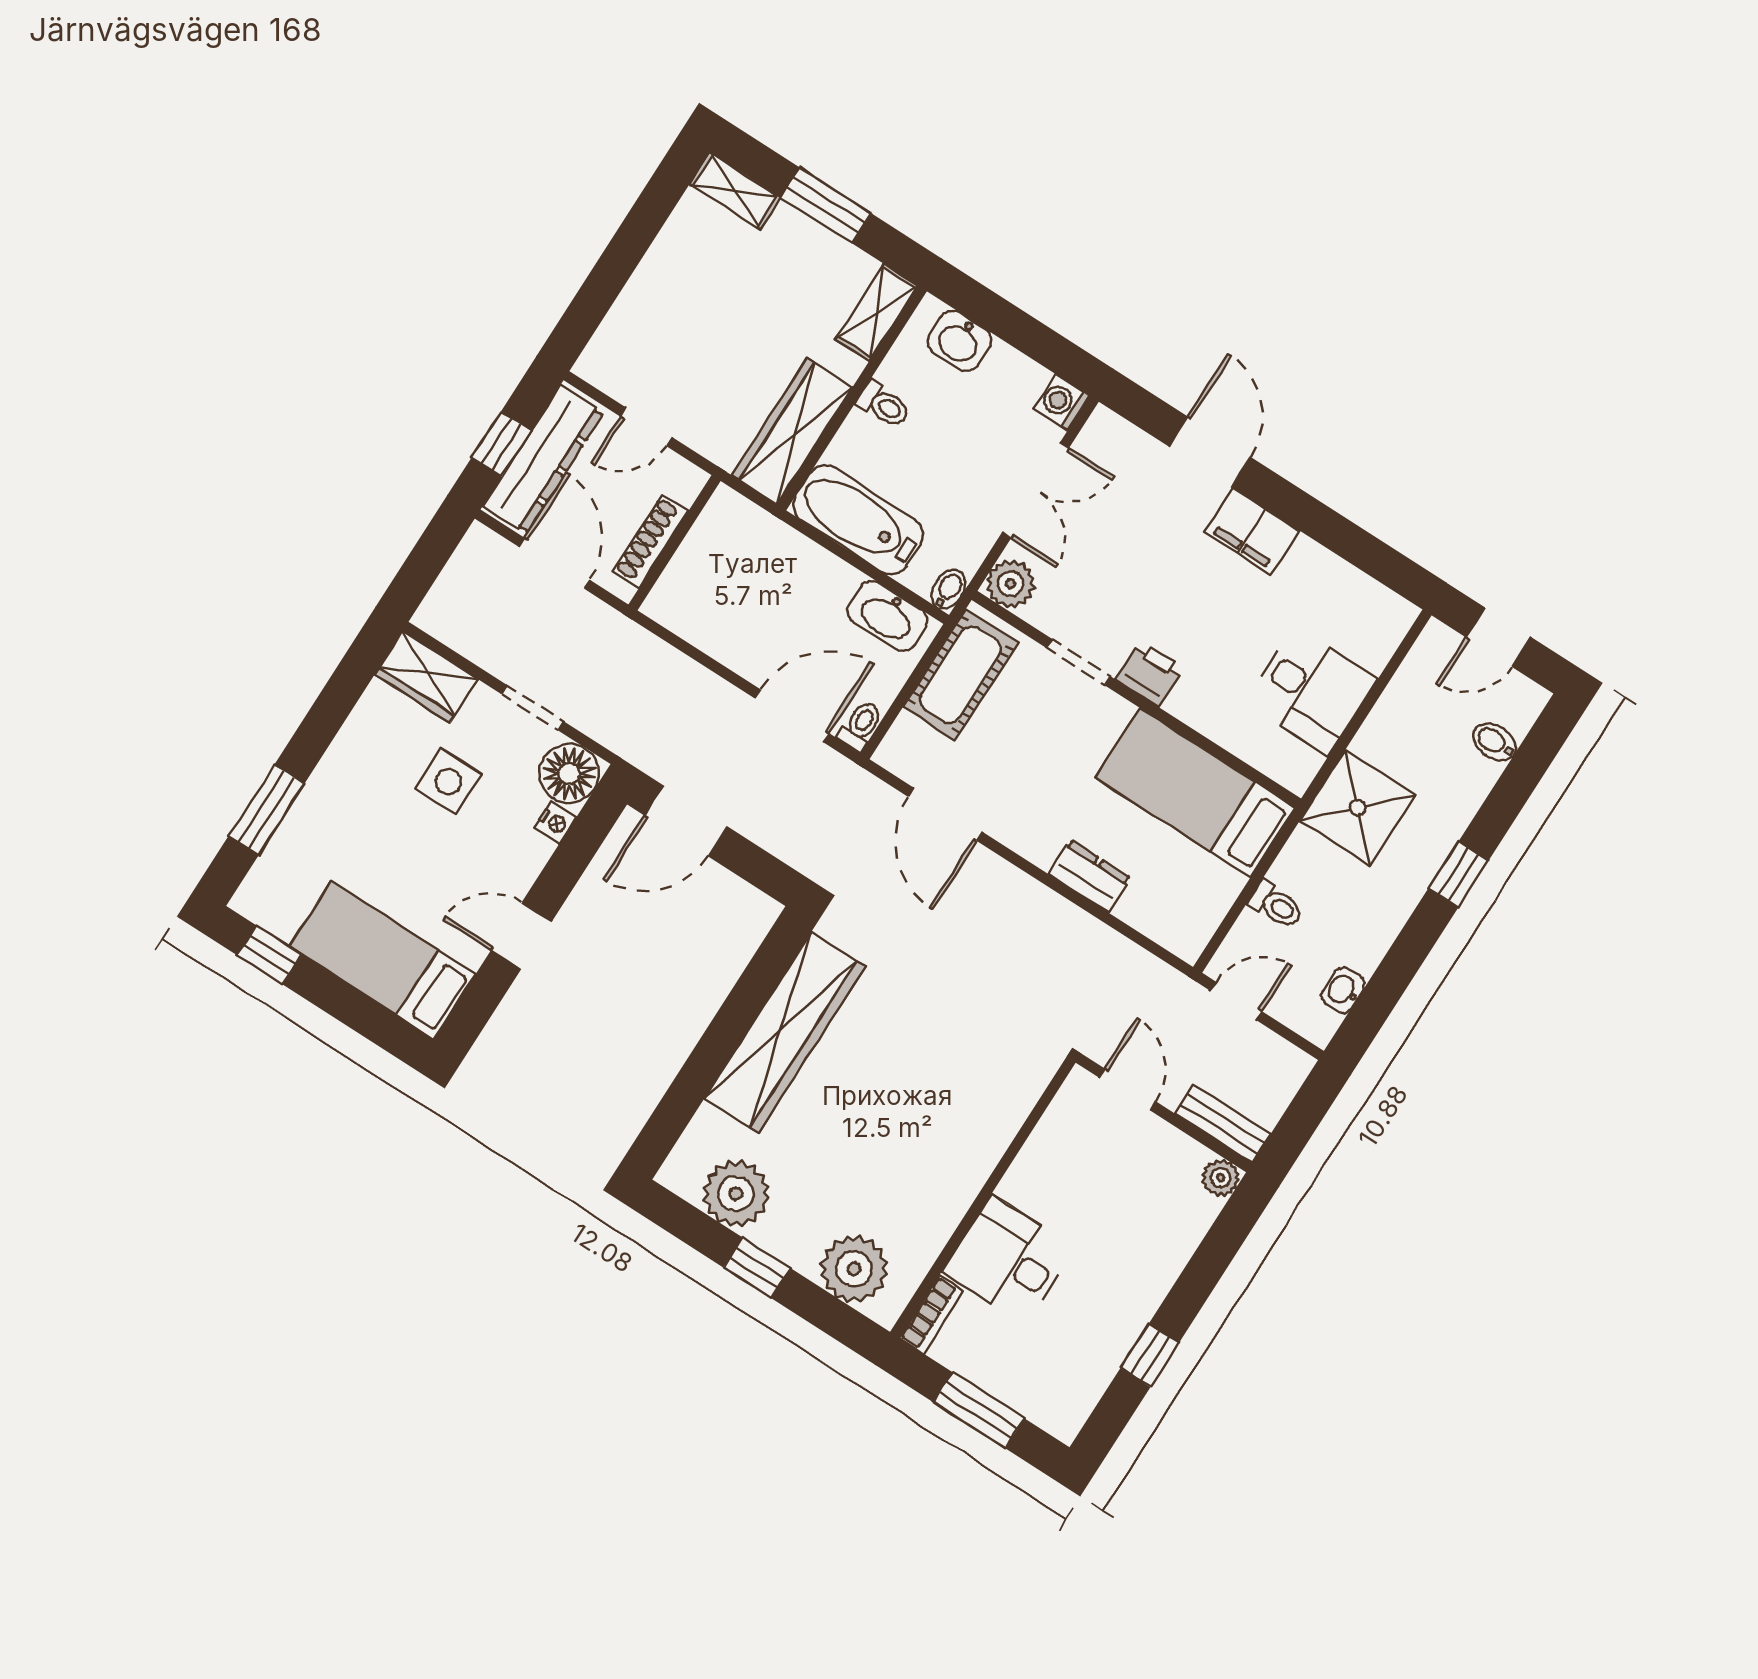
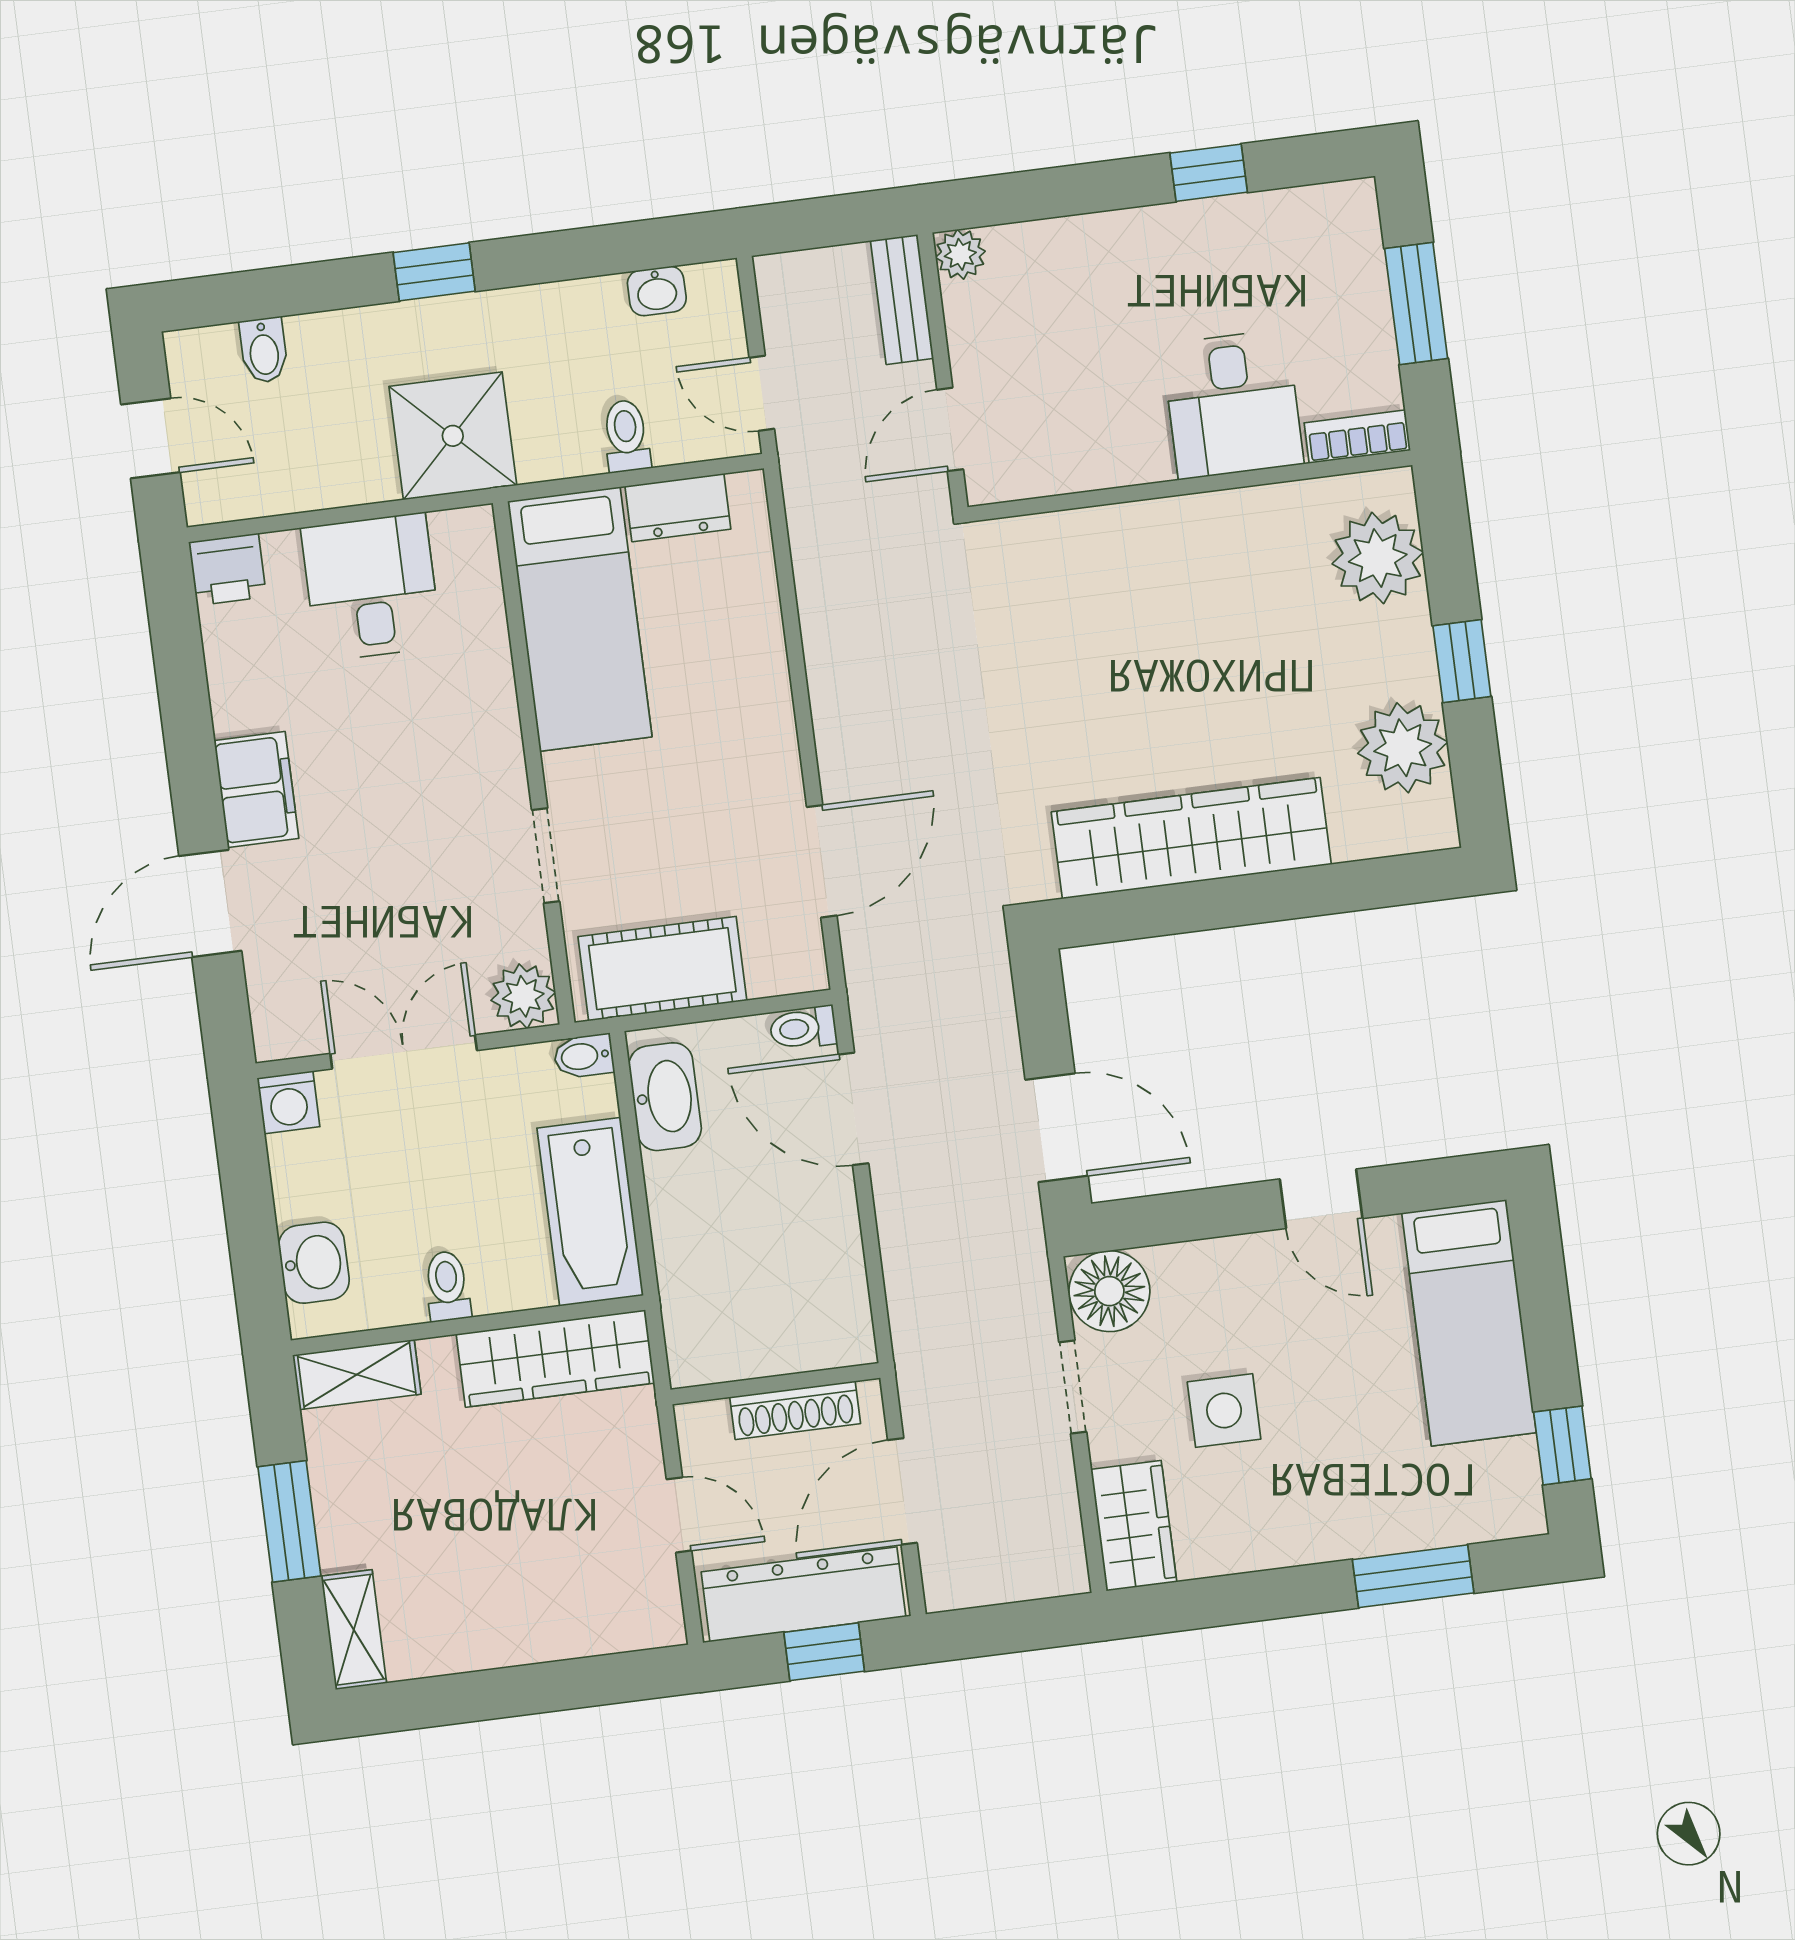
printer: (1150, 674) -> (227, 569), moved, turned -90
nightstand: (555, 823) -> (1173, 1263), removed
dresser: (1090, 876) -> (678, 508), moved, turned -90

